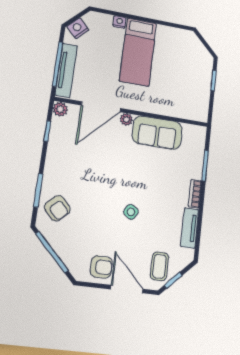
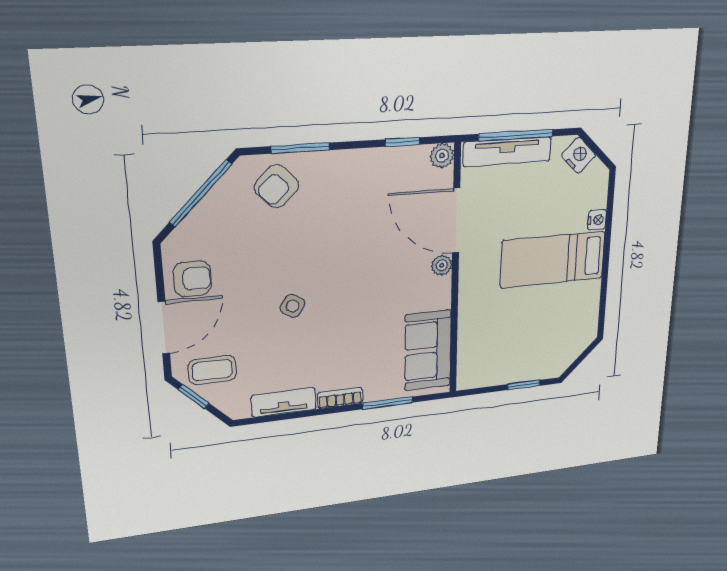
sofa: (157, 133) -> (428, 350), moved
armchair: (101, 267) -> (192, 279), turned -90

